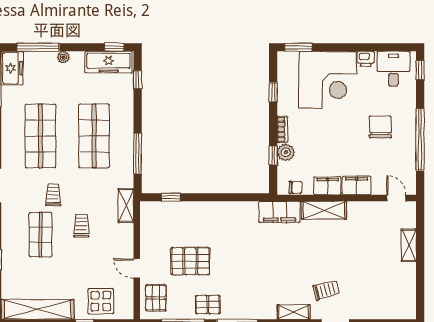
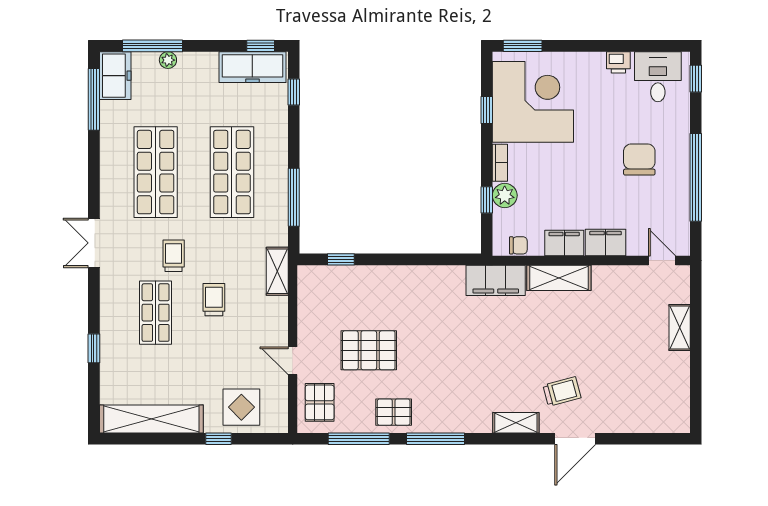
plant: (63, 57) -> (168, 60), moved
corner desk: (328, 80) -> (533, 102), moved, turned -90

